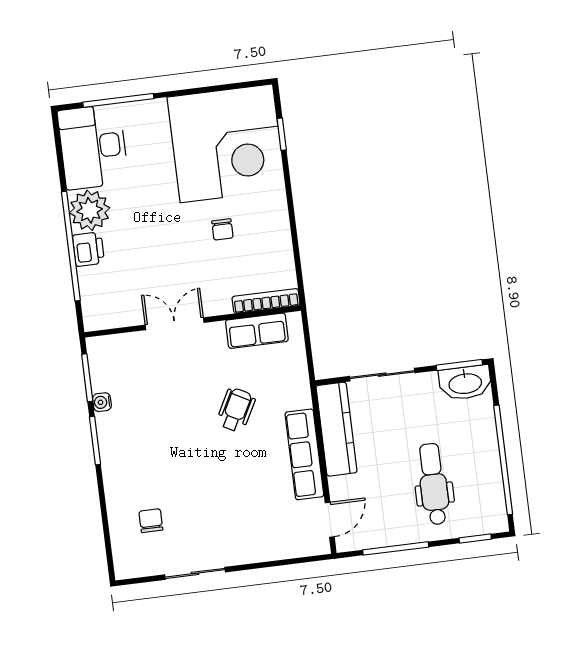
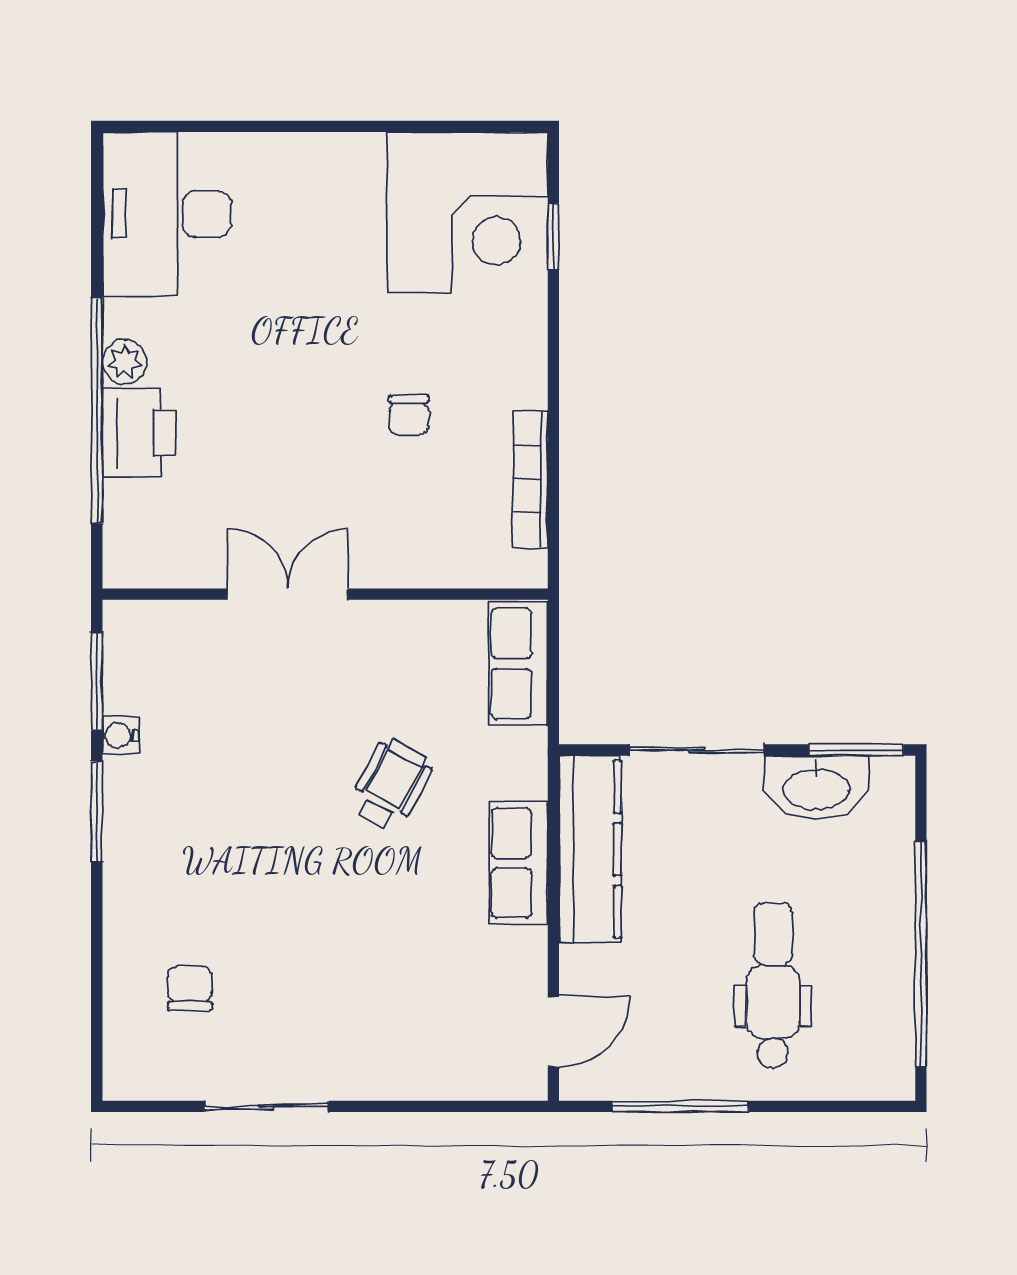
window: (118, 100) -> (230, 126), removed
corner desk: (226, 143) -> (468, 212), width x0.74, depth x0.74
plant: (90, 210) -> (125, 362), width x0.53, depth x0.53
printer: (88, 249) -> (139, 433), width x1.36, depth x1.24
bookcase: (266, 301) -> (530, 479), moved, turned -90
row of seats: (257, 331) -> (518, 664), moved, turned 90
washbasin: (465, 383) -> (816, 788), moved
row of seats: (304, 454) -> (518, 863), width x0.68
window: (475, 539) -> (844, 1106), removed

